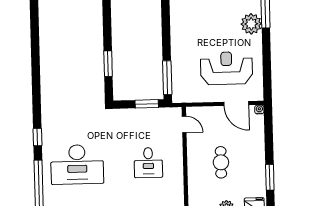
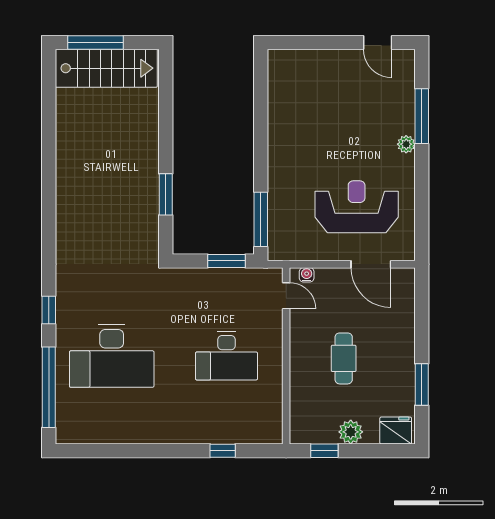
plant: (251, 24) -> (406, 144), width x0.53, depth x0.53
water cooler: (259, 110) -> (307, 275), moved
desk: (148, 163) -> (227, 356), width x1.37

